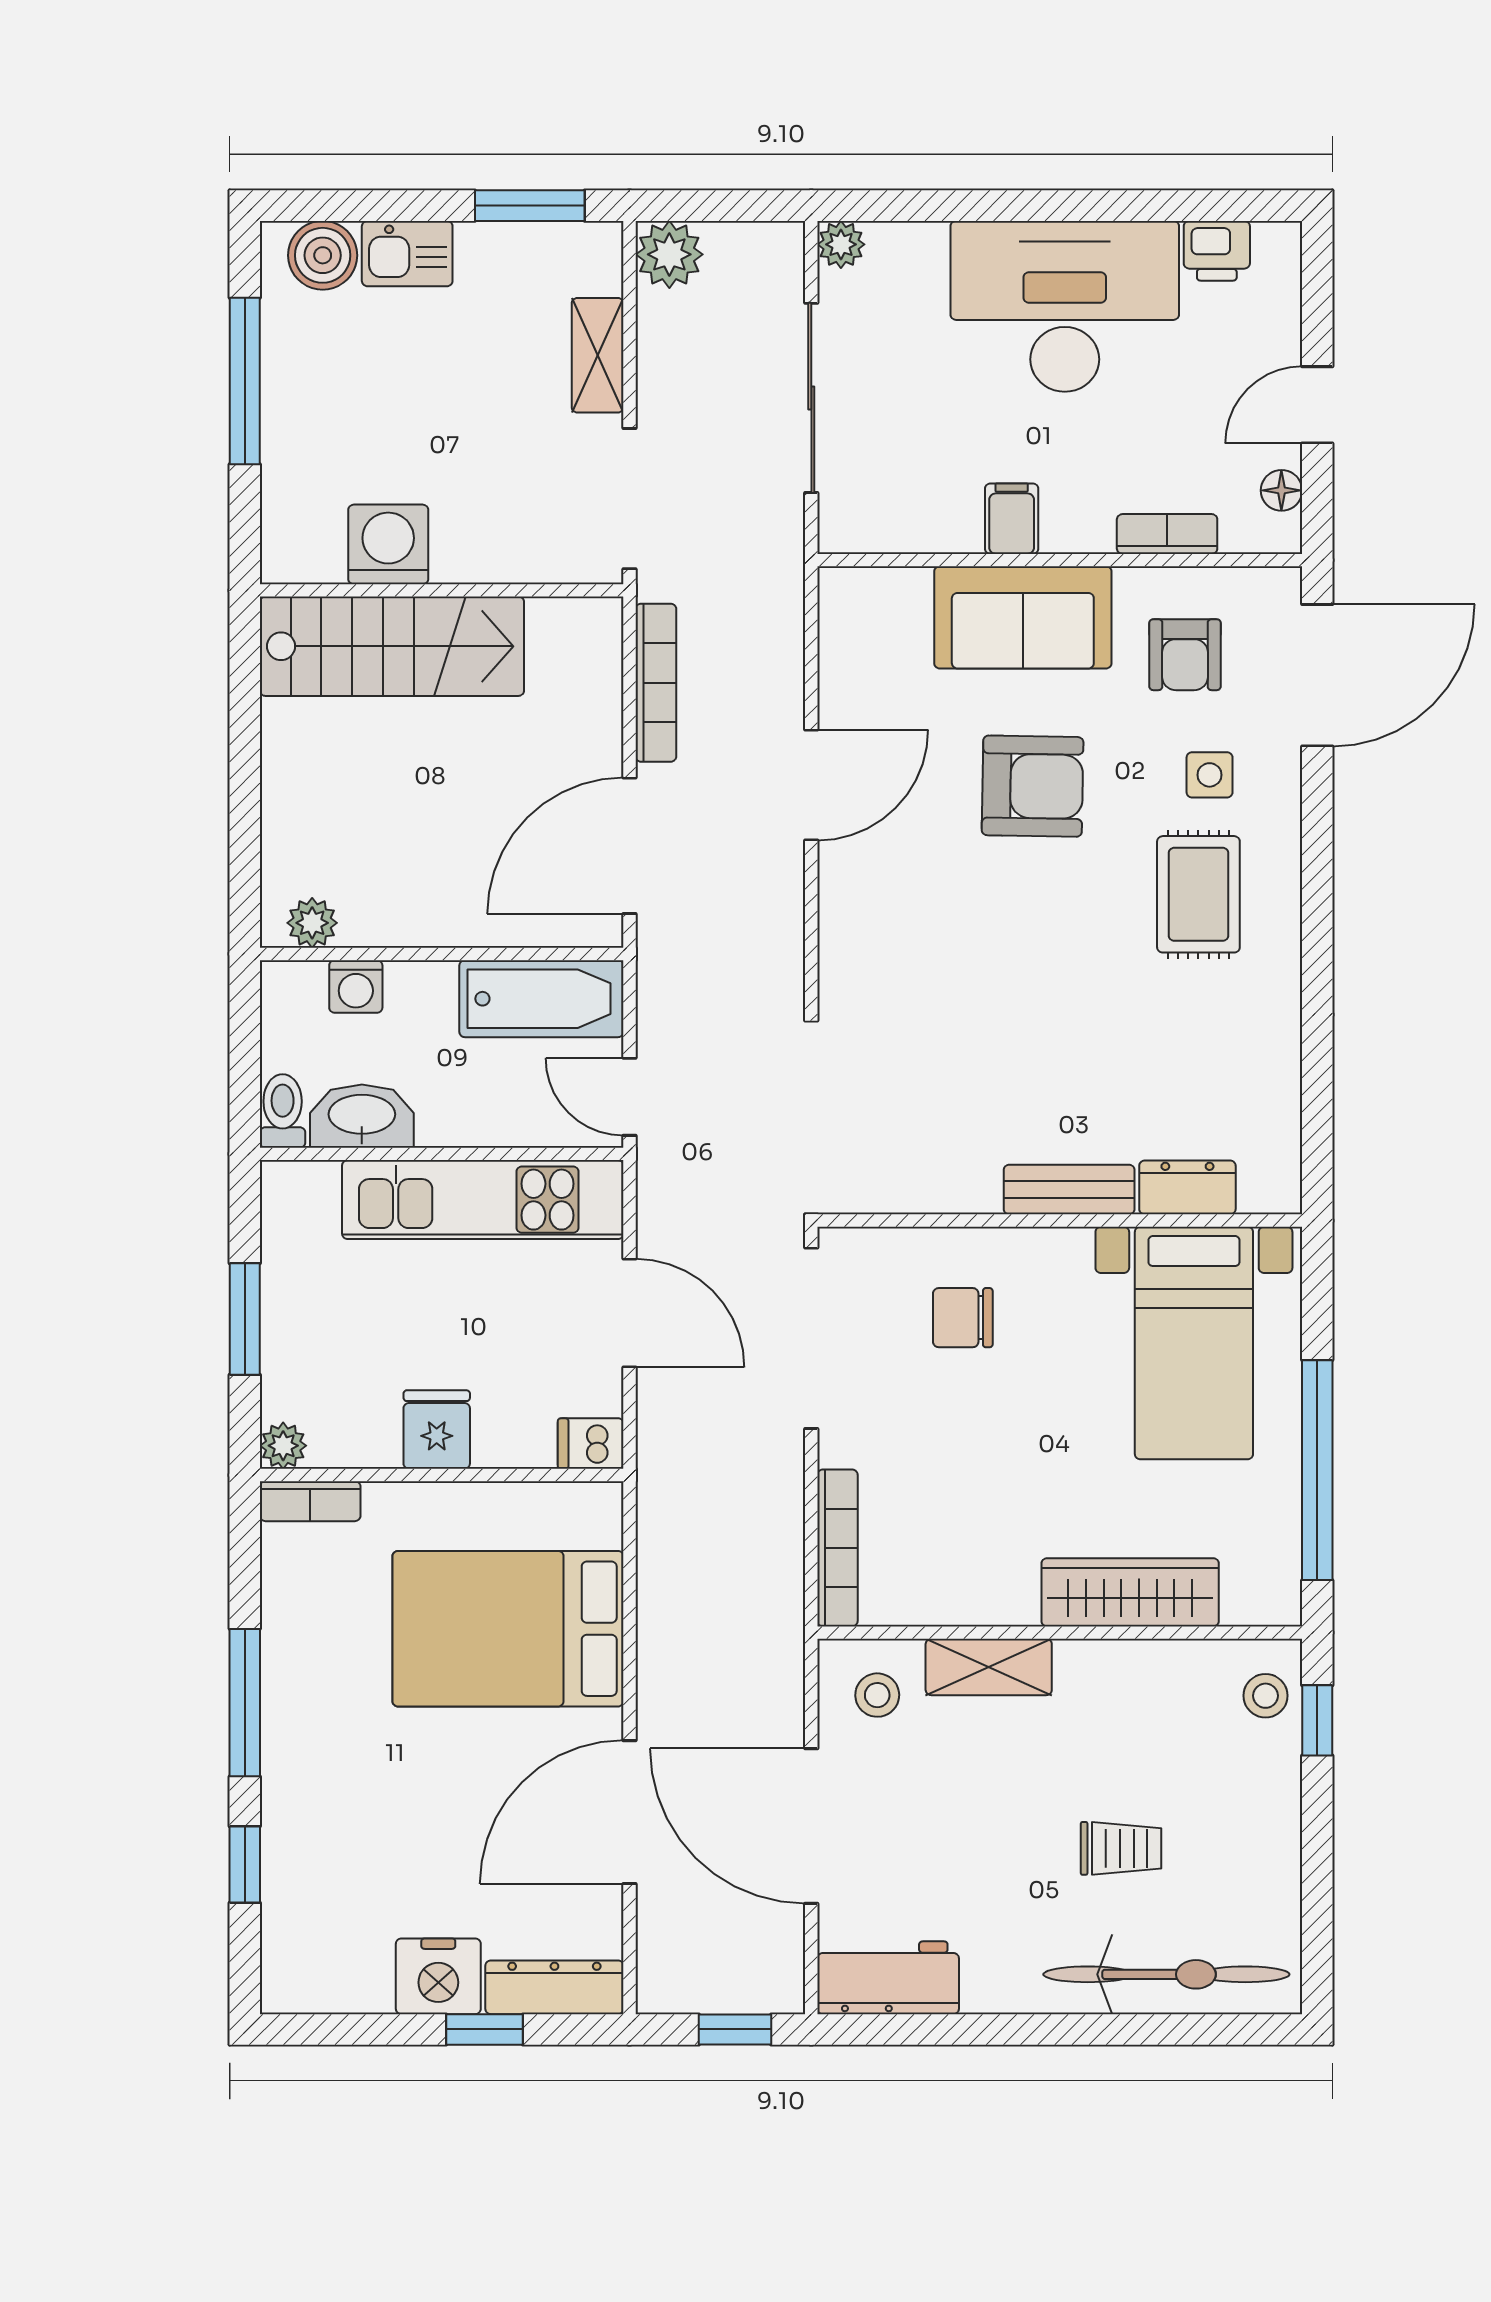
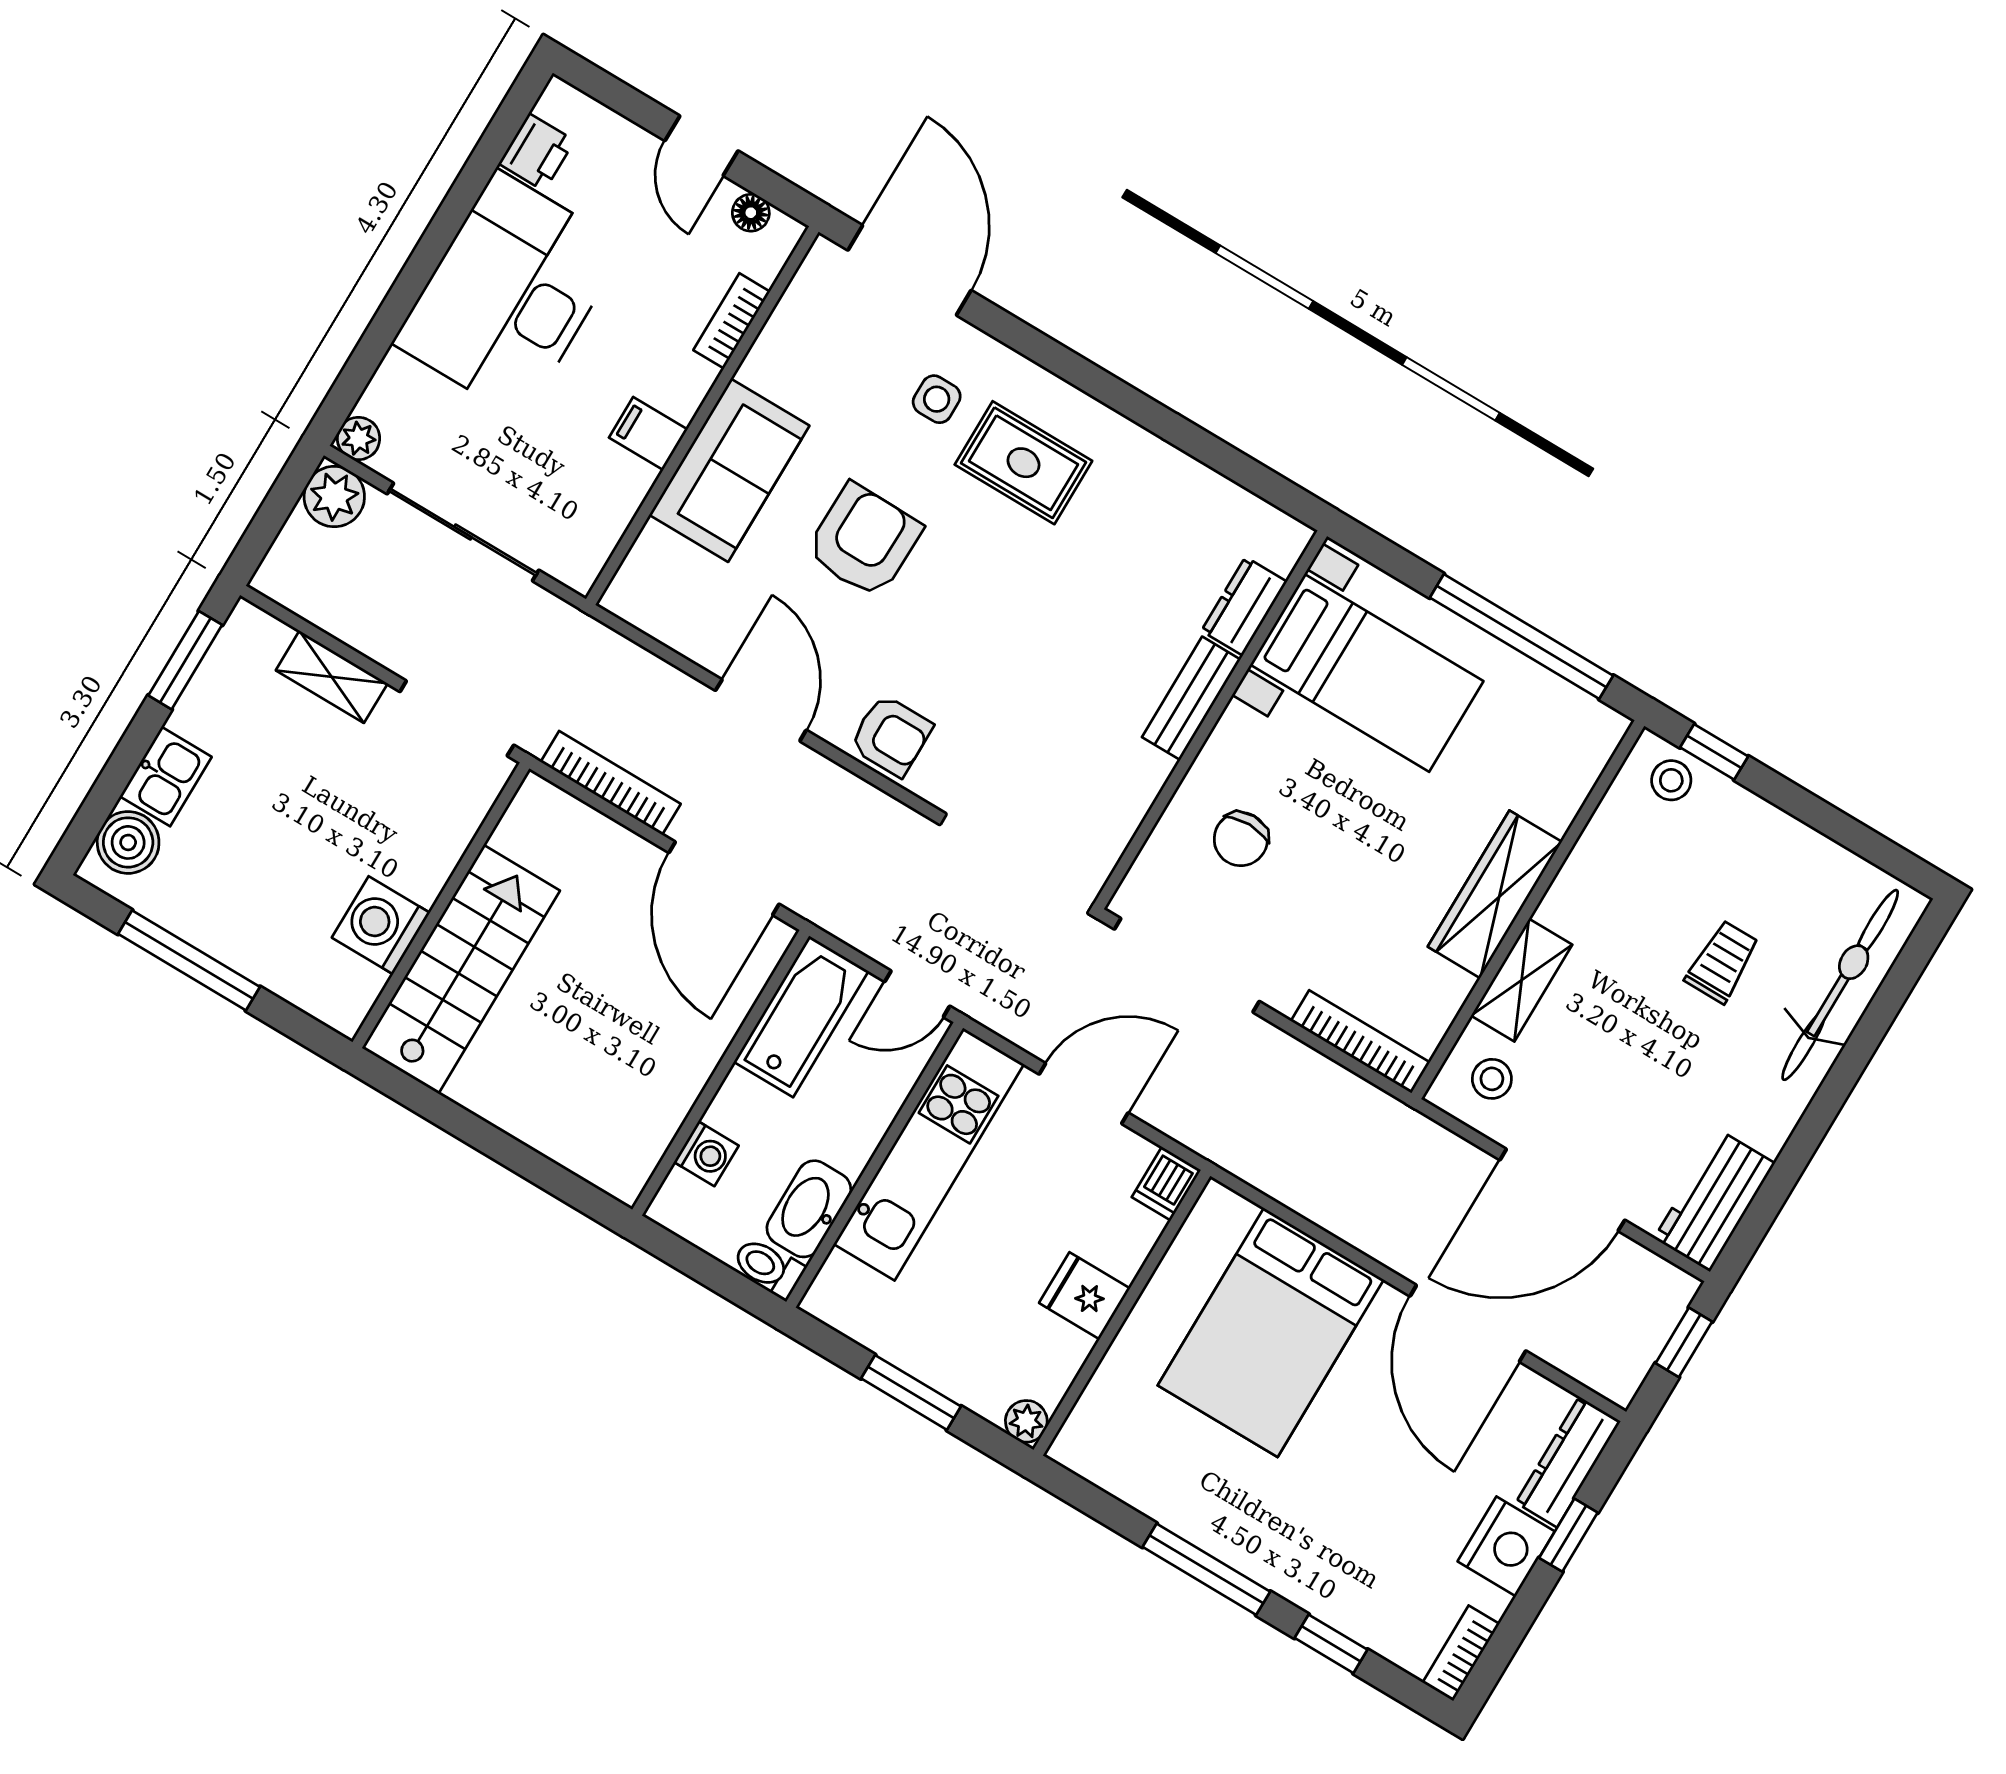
plant: (669, 254) -> (334, 497), moved
armchair: (1185, 655) -> (891, 736), moved
plant: (312, 923) -> (637, 1158), removed
bookcase: (310, 1501) -> (1461, 1653), moved, turned 180
wardrobe: (1130, 1592) -> (1495, 894), moved

